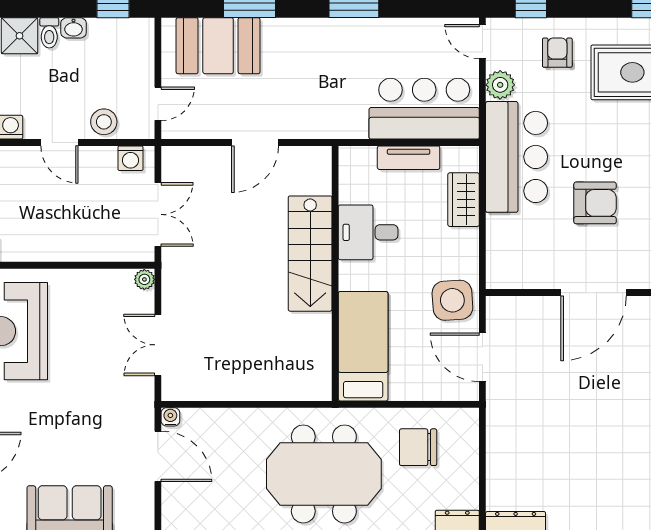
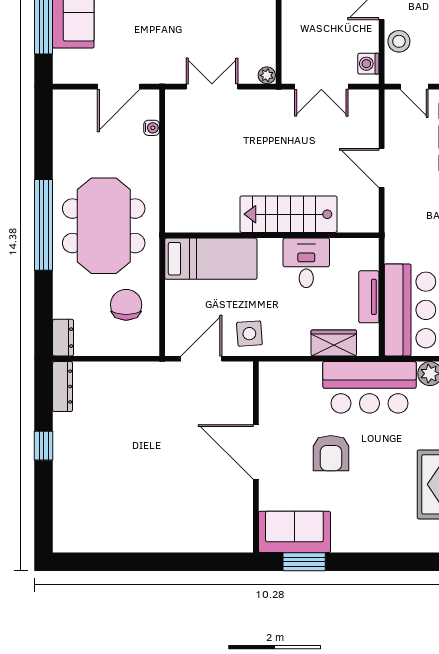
side table: (452, 300) -> (249, 334), width x0.73, depth x0.73
water cooler: (170, 417) -> (152, 128), moved

